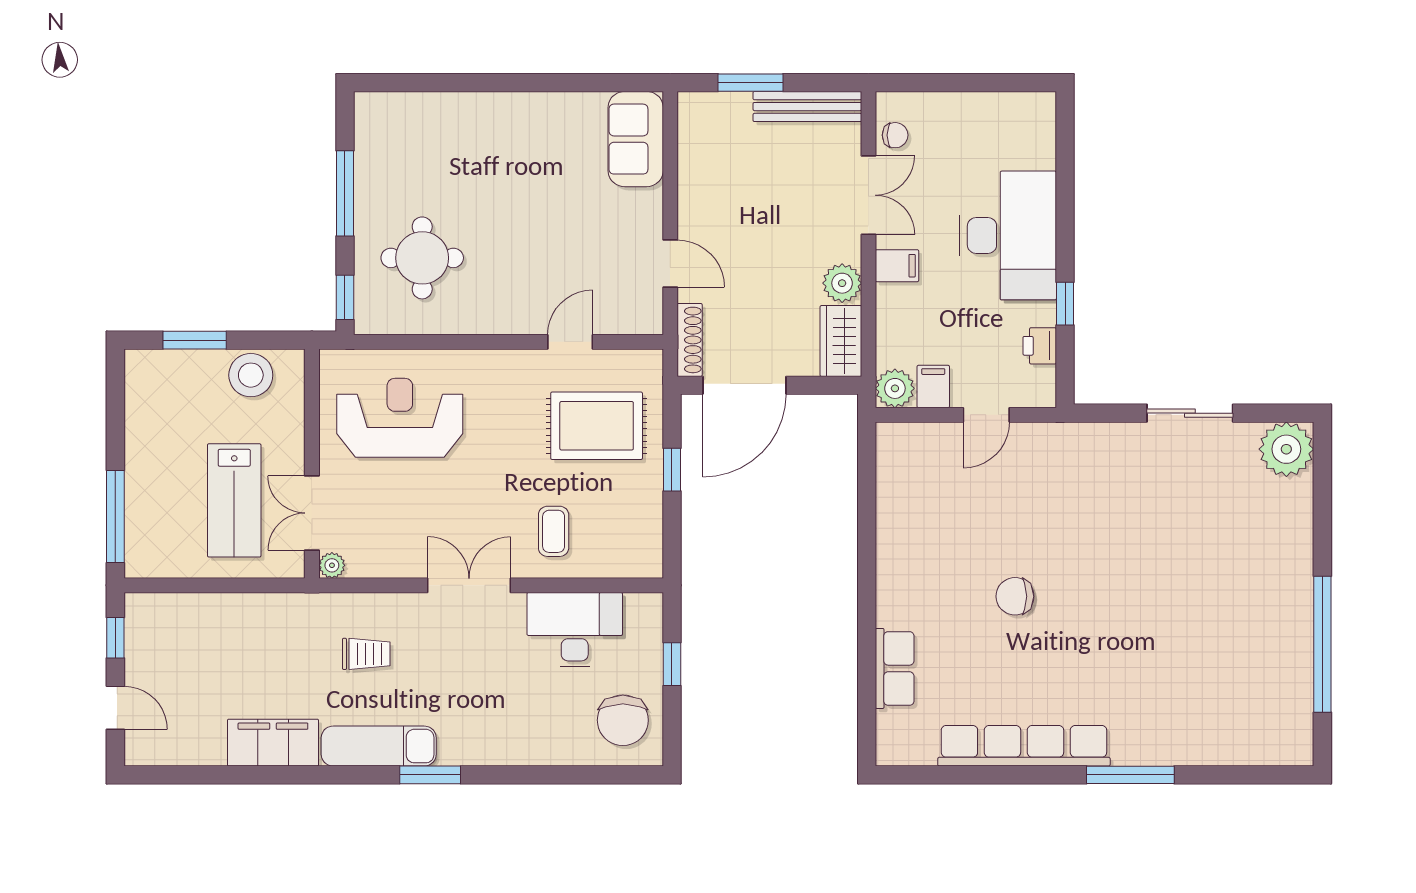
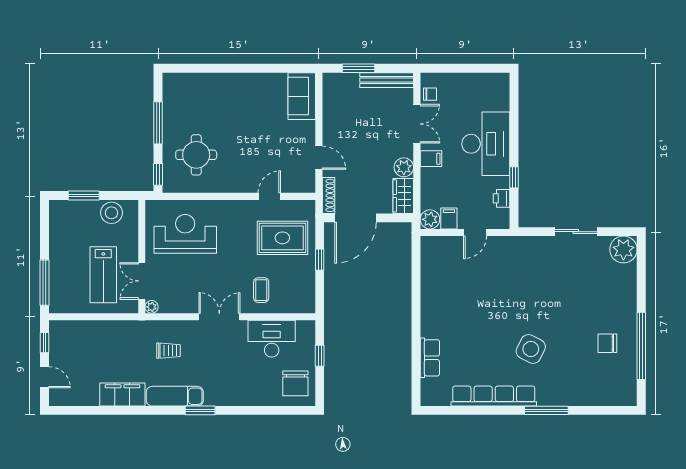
chair: (1015, 596) -> (607, 343), moved
side table: (1099, 651) -> (531, 349), added

